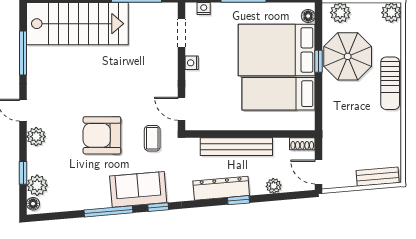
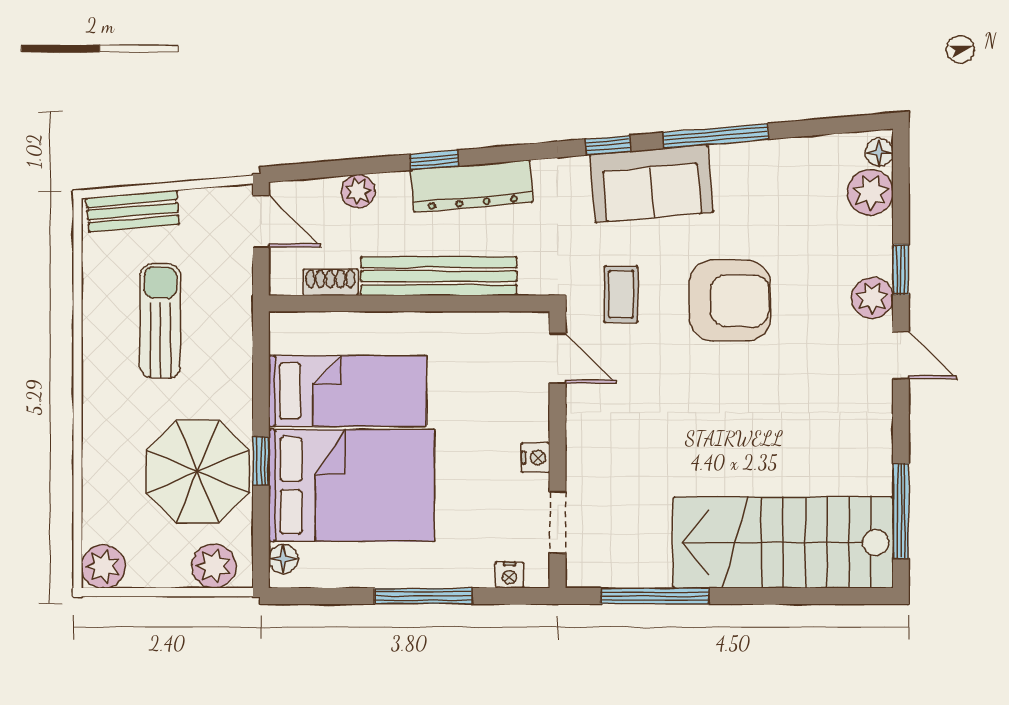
window: (23, 53) -> (901, 511), moved
sun lounger: (390, 83) -> (160, 321), moved
shoe rack: (302, 144) -> (330, 282), moved
window: (23, 173) -> (901, 269), moved

